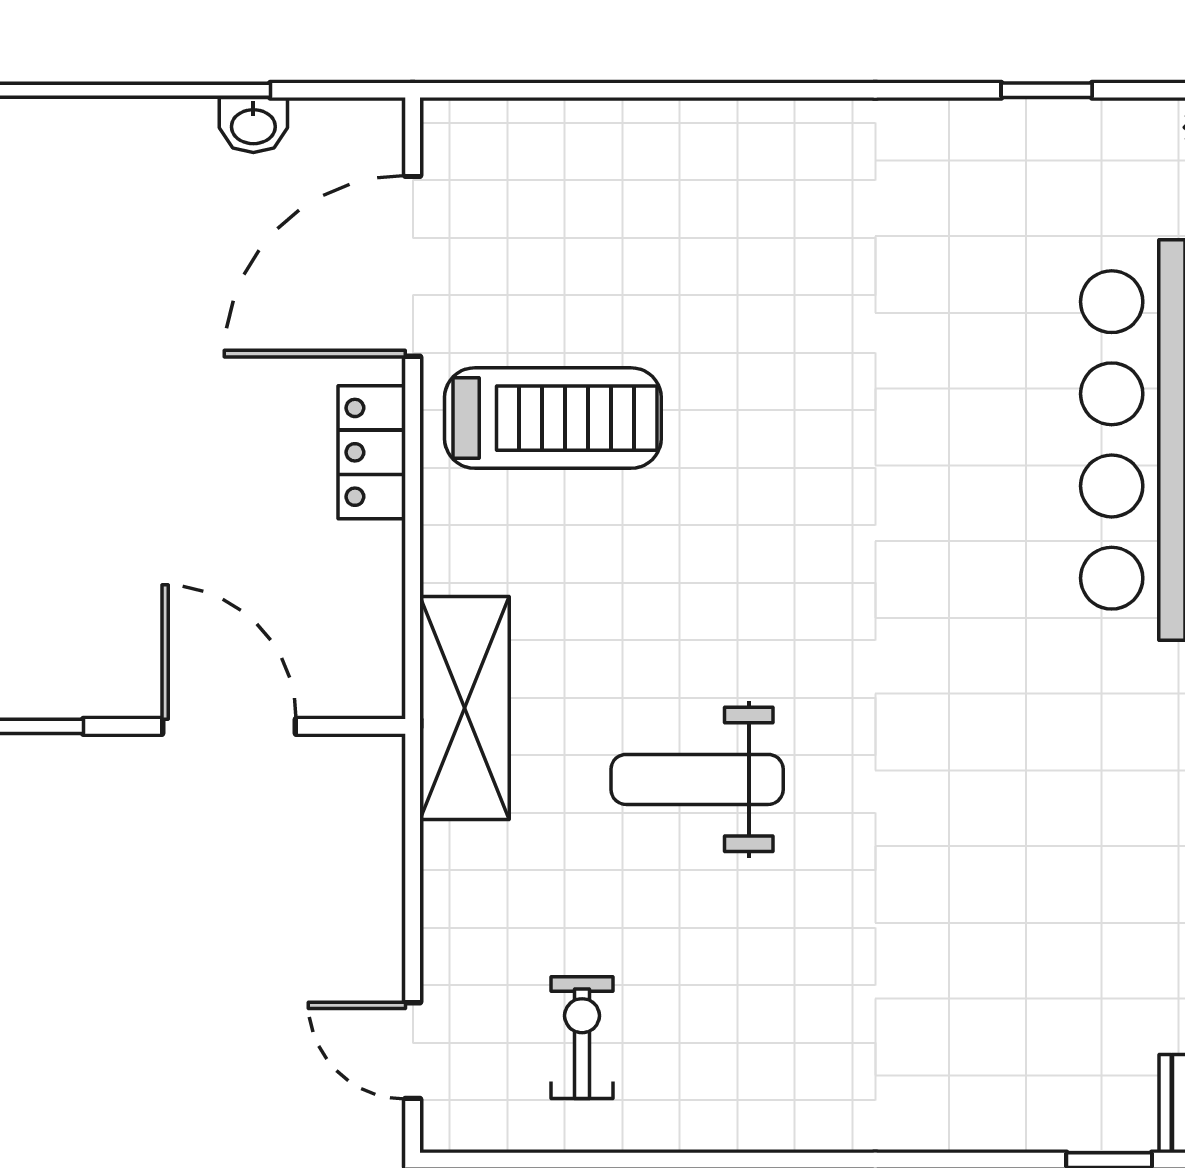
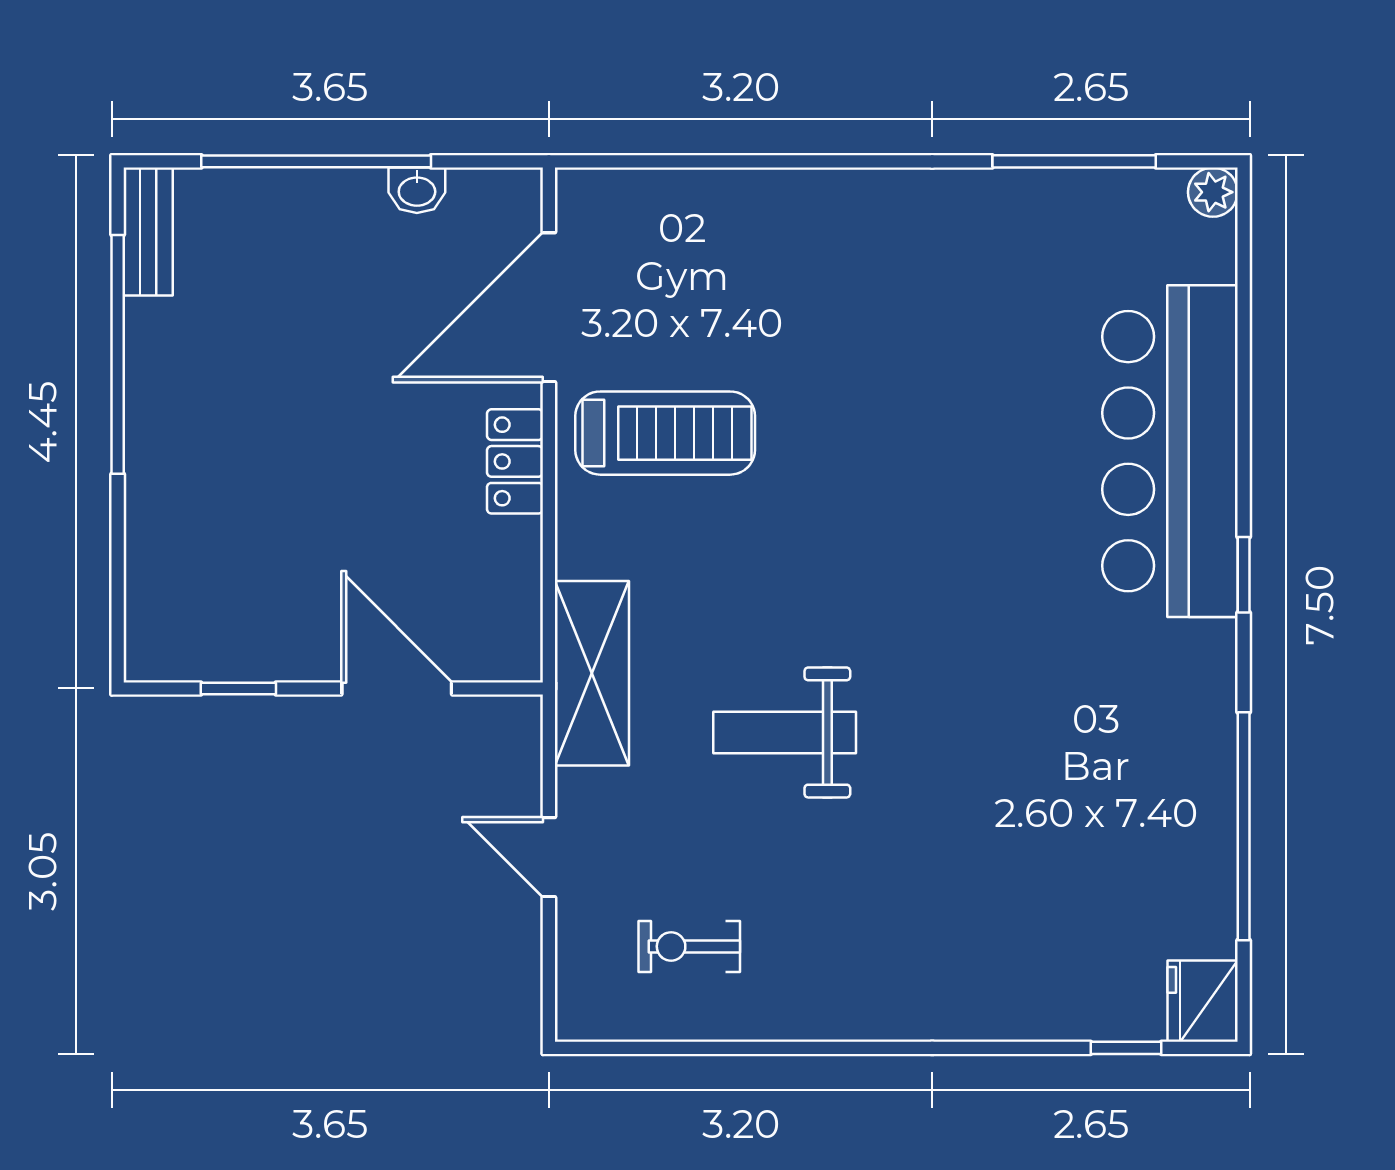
window: (1047, 90) -> (1074, 161), width x2.17
exercise bike: (582, 1038) -> (689, 946), turned -90
door: (413, 1051) -> (549, 857), moved

